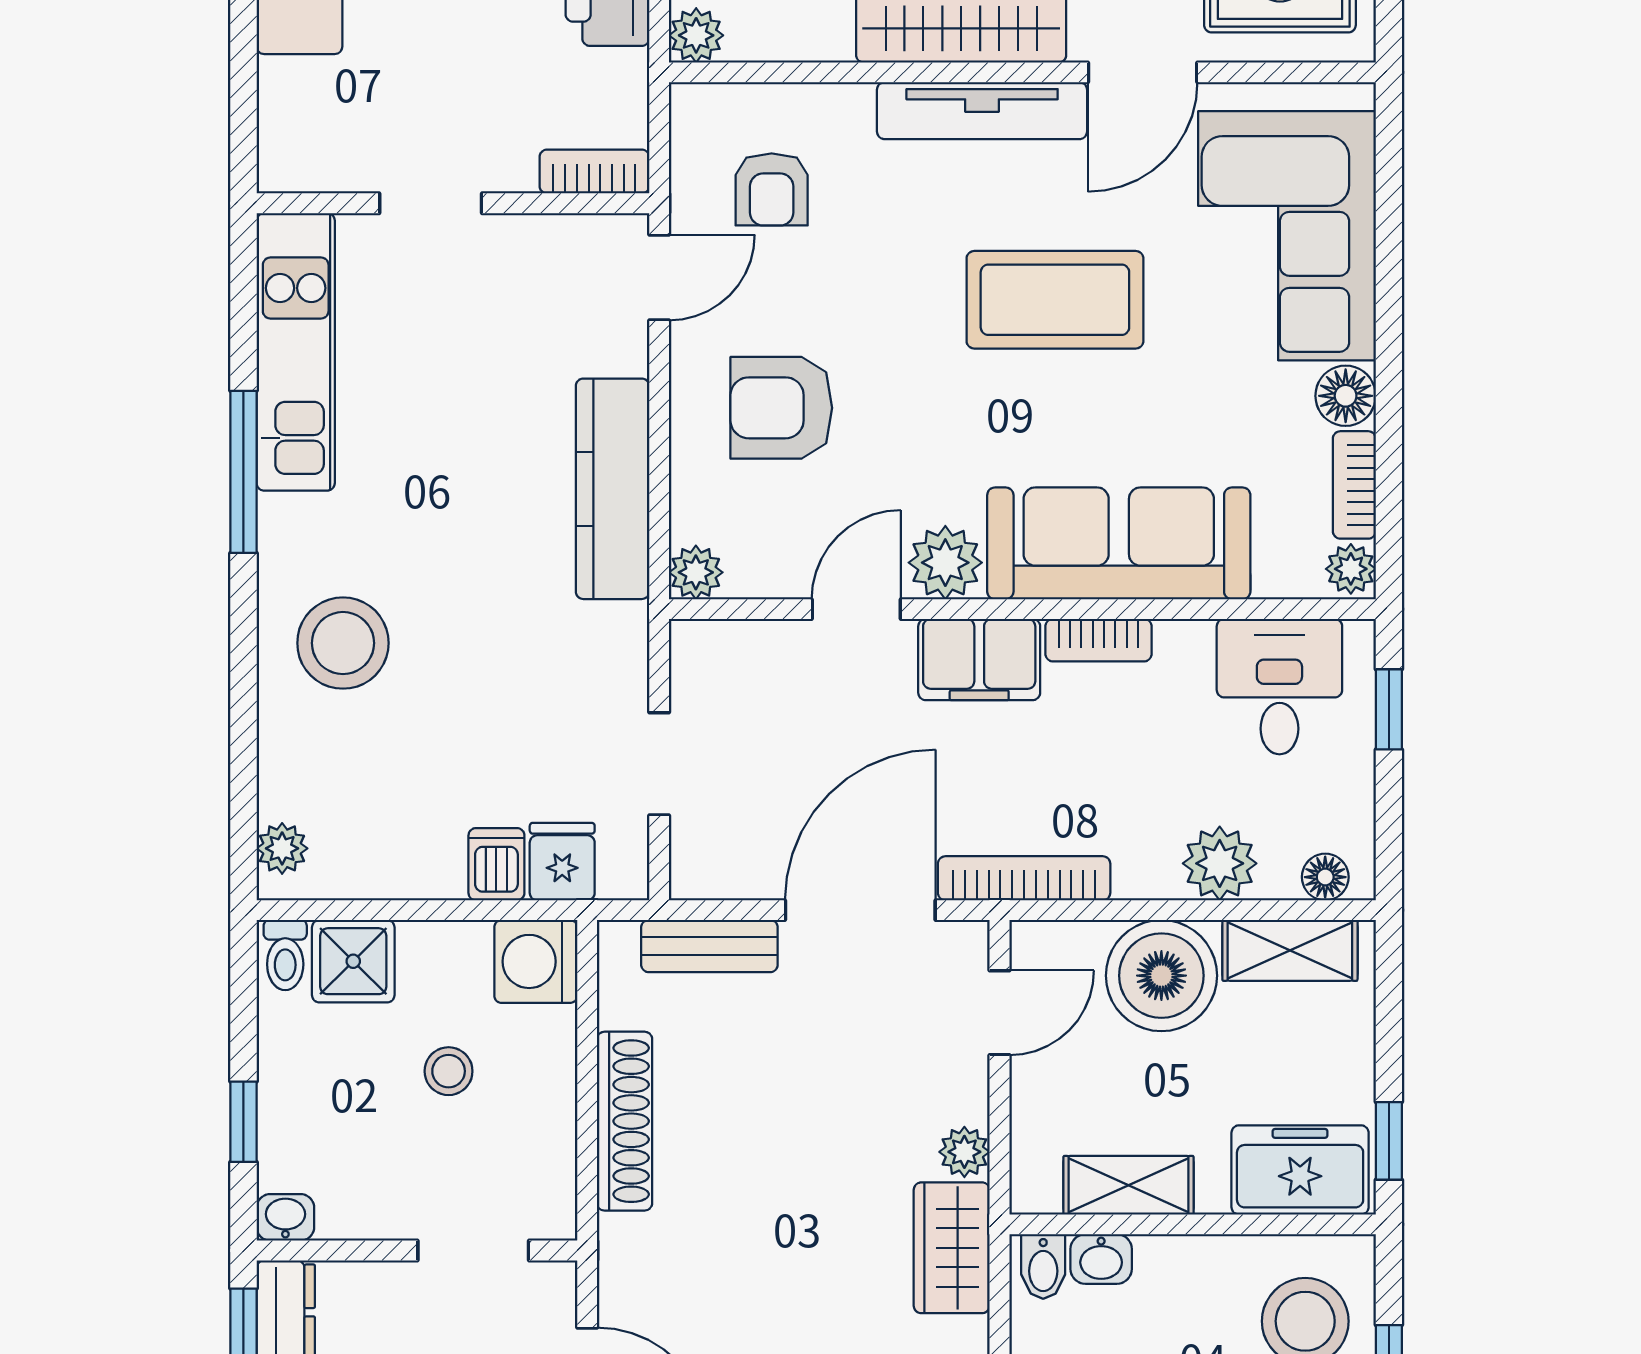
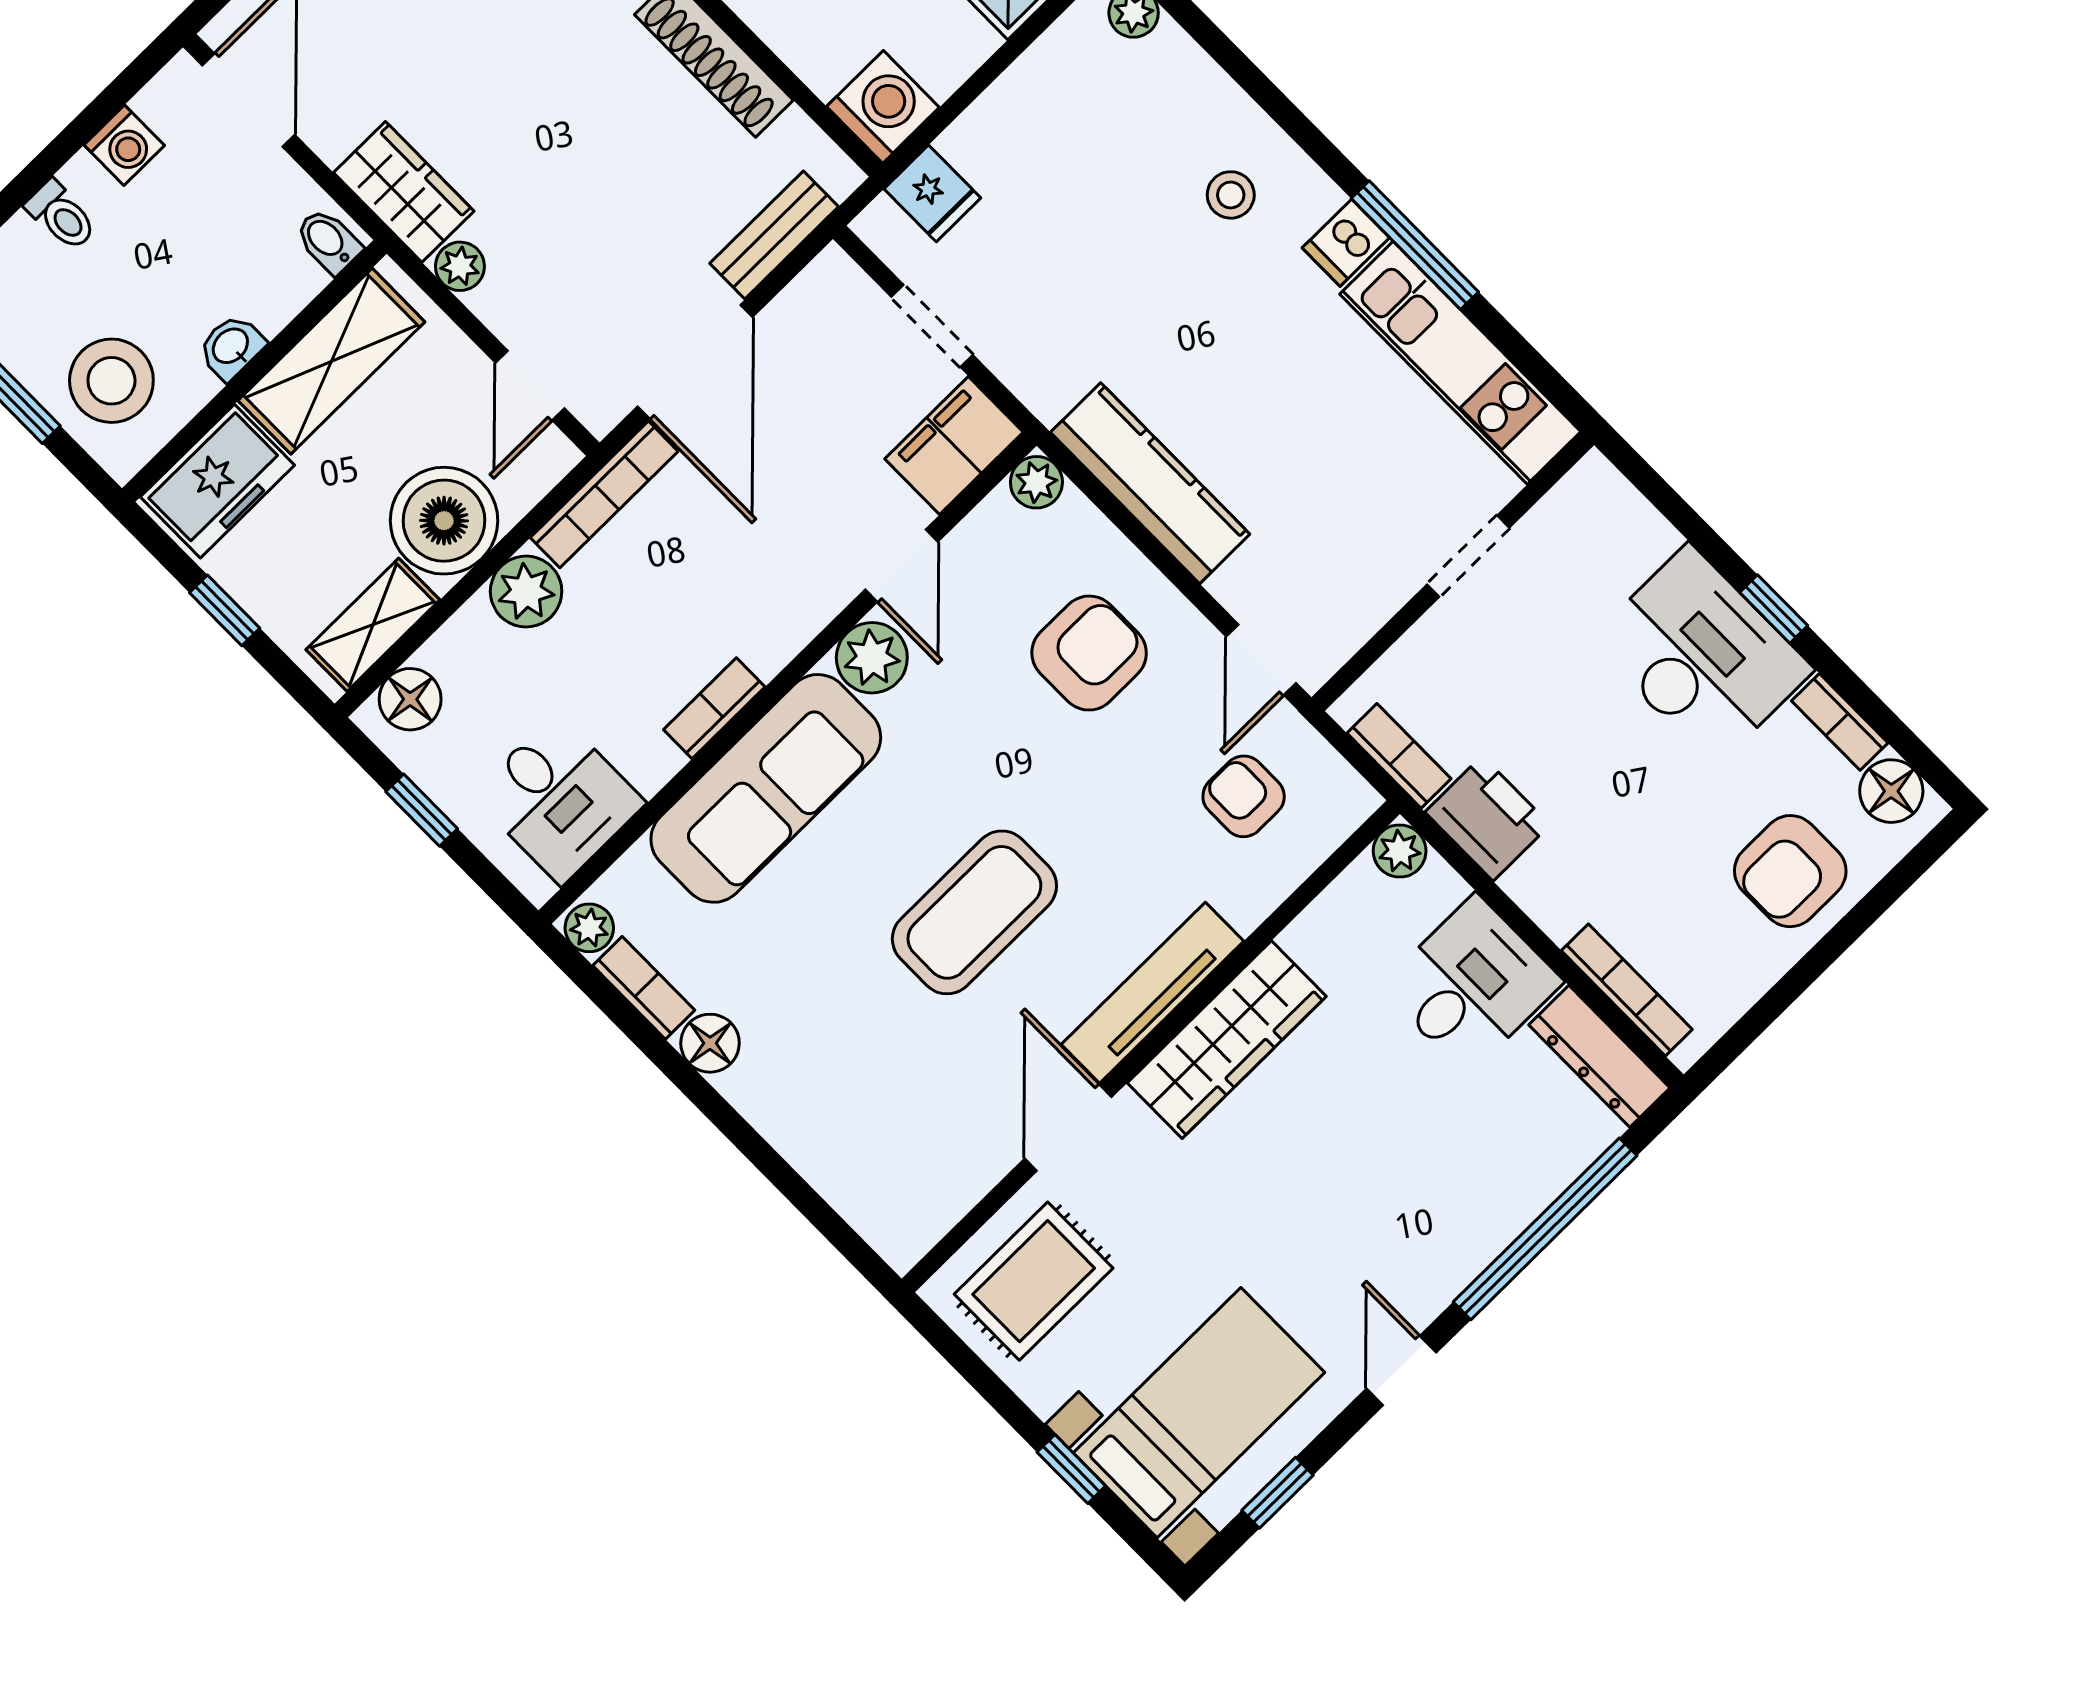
bookcase: (594, 172) -> (1399, 756), moved, turned -90
corner sofa: (1287, 236) -> (859, 1113), removed
stool: (343, 643) -> (1231, 195), width x0.53, depth x0.53
filing cabinet: (979, 660) -> (954, 445), moved
window: (1389, 709) -> (422, 810), moved
plant: (1220, 863) -> (526, 592), moved
dishwasher: (496, 864) -> (1346, 243), moved, turned 90
floor lamp: (1325, 877) -> (410, 699), width x1.37, depth x1.37
window: (1389, 1141) -> (225, 610), moved
shelving: (1128, 1185) -> (331, 361), width x1.50, depth x1.33
washbasin: (1101, 1259) -> (231, 347), moved

